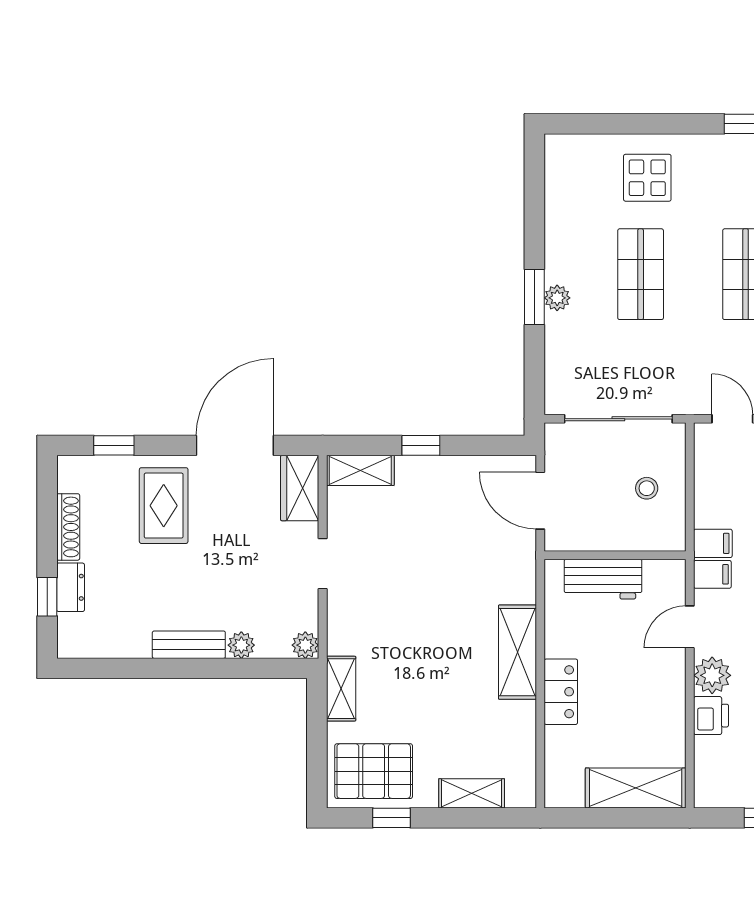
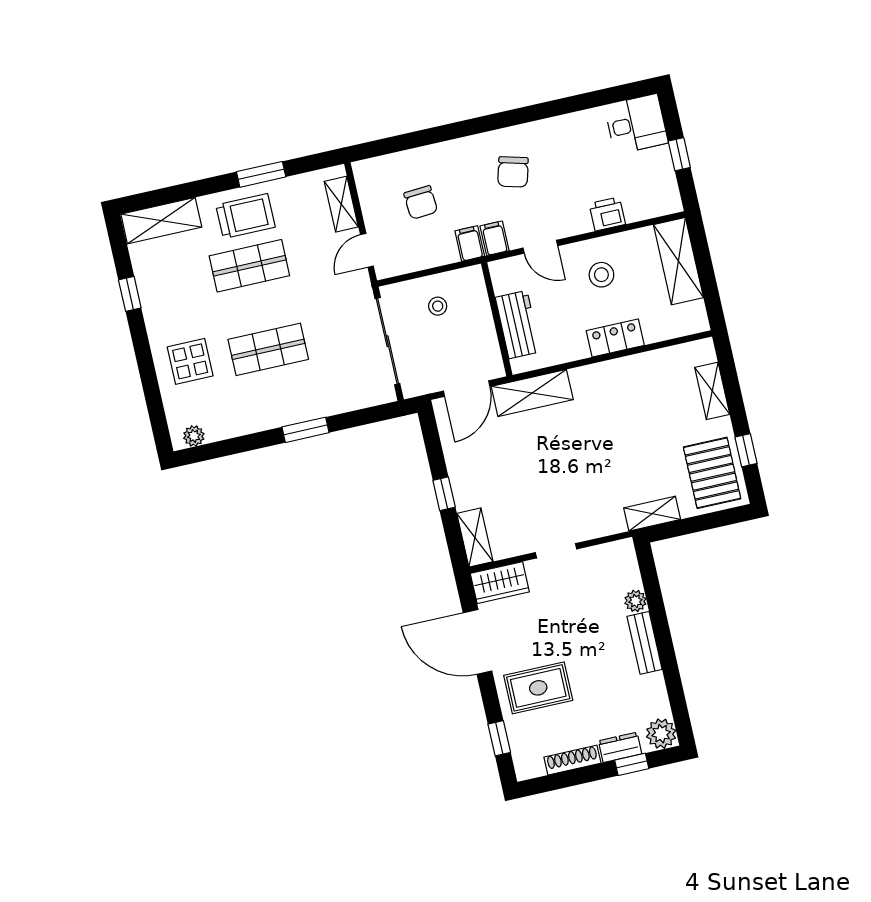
plant: (557, 298) -> (194, 436), moved
plant: (305, 645) -> (661, 734), moved, width x1.38, depth x1.38
shelving: (518, 652) -> (532, 393), moved
plant: (712, 675) -> (575, 220), removed
stool: (640, 692) -> (601, 275), added

